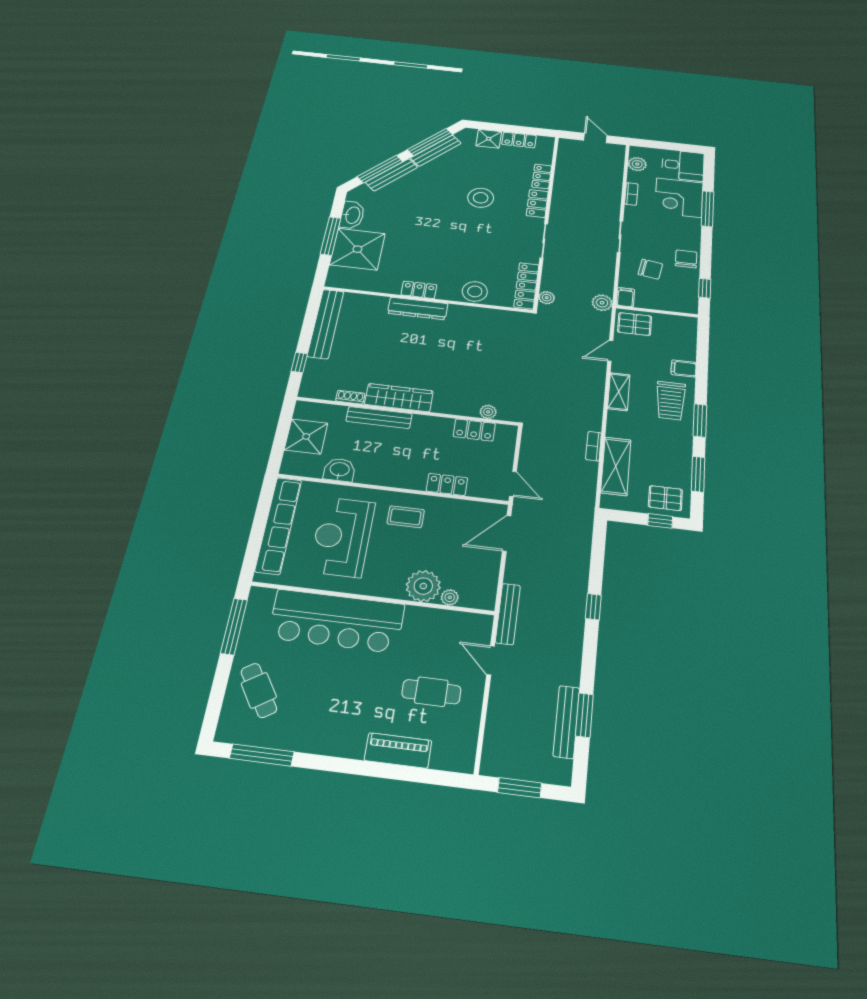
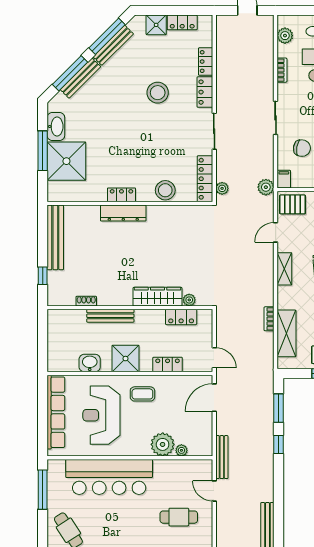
wardrobe: (399, 398) -> (157, 297), moved
shower: (306, 436) -> (125, 359), moved
window: (584, 715) -> (279, 408), moved

